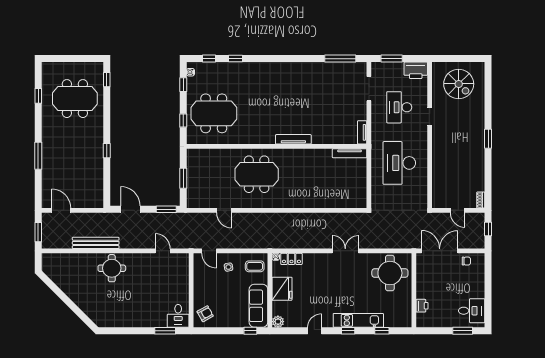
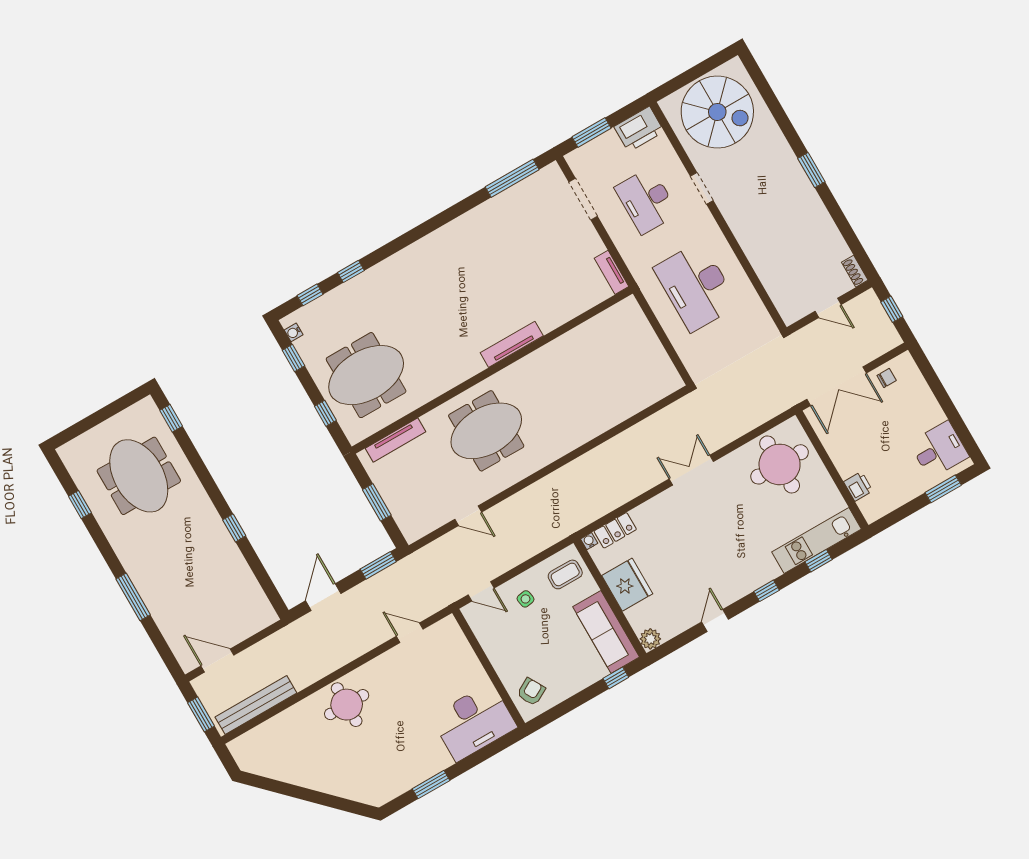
spiral stairs: (459, 84) -> (717, 112), width x1.37, depth x1.37
meeting table: (75, 99) -> (139, 476), turned 90
tv unit: (350, 153) -> (396, 440), moved
door: (131, 209) -> (323, 597), hinge flipped
bench: (96, 243) -> (256, 705), moved
double door: (440, 251) -> (837, 386), swing flipped
desk: (178, 316) -> (474, 722), width x1.87, depth x1.30
kitchen unit: (358, 320) -> (817, 540), moved
window: (165, 331) -> (431, 785), moved

